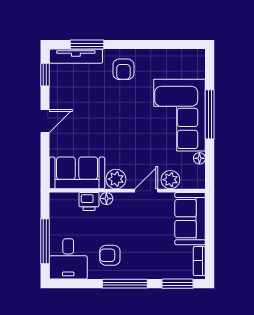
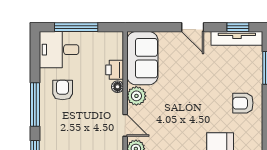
tv unit: (76, 56) -> (237, 38), moved, turned -90

